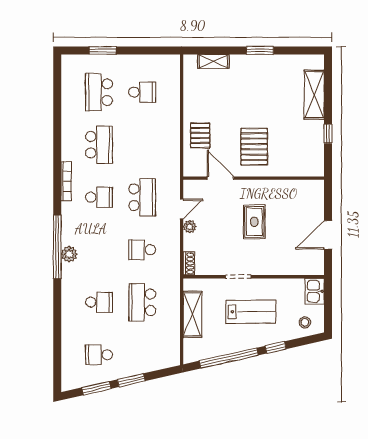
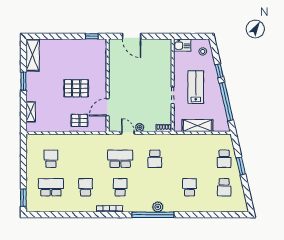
window: (102, 51) -> (23, 198), moved
school desk: (99, 92) -> (51, 187), turned 180
shelving: (314, 95) -> (33, 55), moved, turned 90
window: (328, 134) -> (92, 36), moved
school desk: (99, 145) -> (86, 187), width x0.54
pallet: (254, 147) -> (76, 88), moved
rug: (254, 222) -> (136, 85), removed
door: (328, 235) -> (132, 36), moved
school desk: (142, 302) -> (224, 159), moved, width x0.54
window: (96, 388) -> (246, 189), removed

